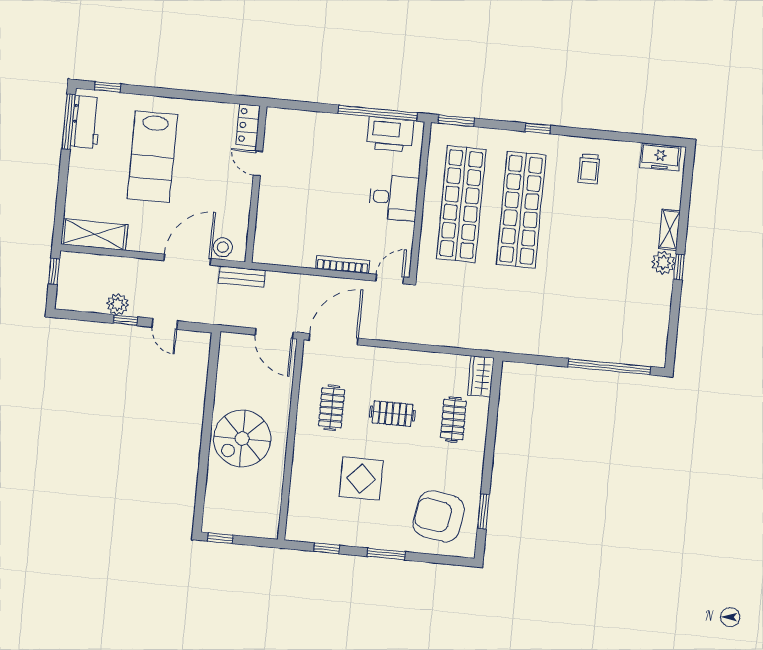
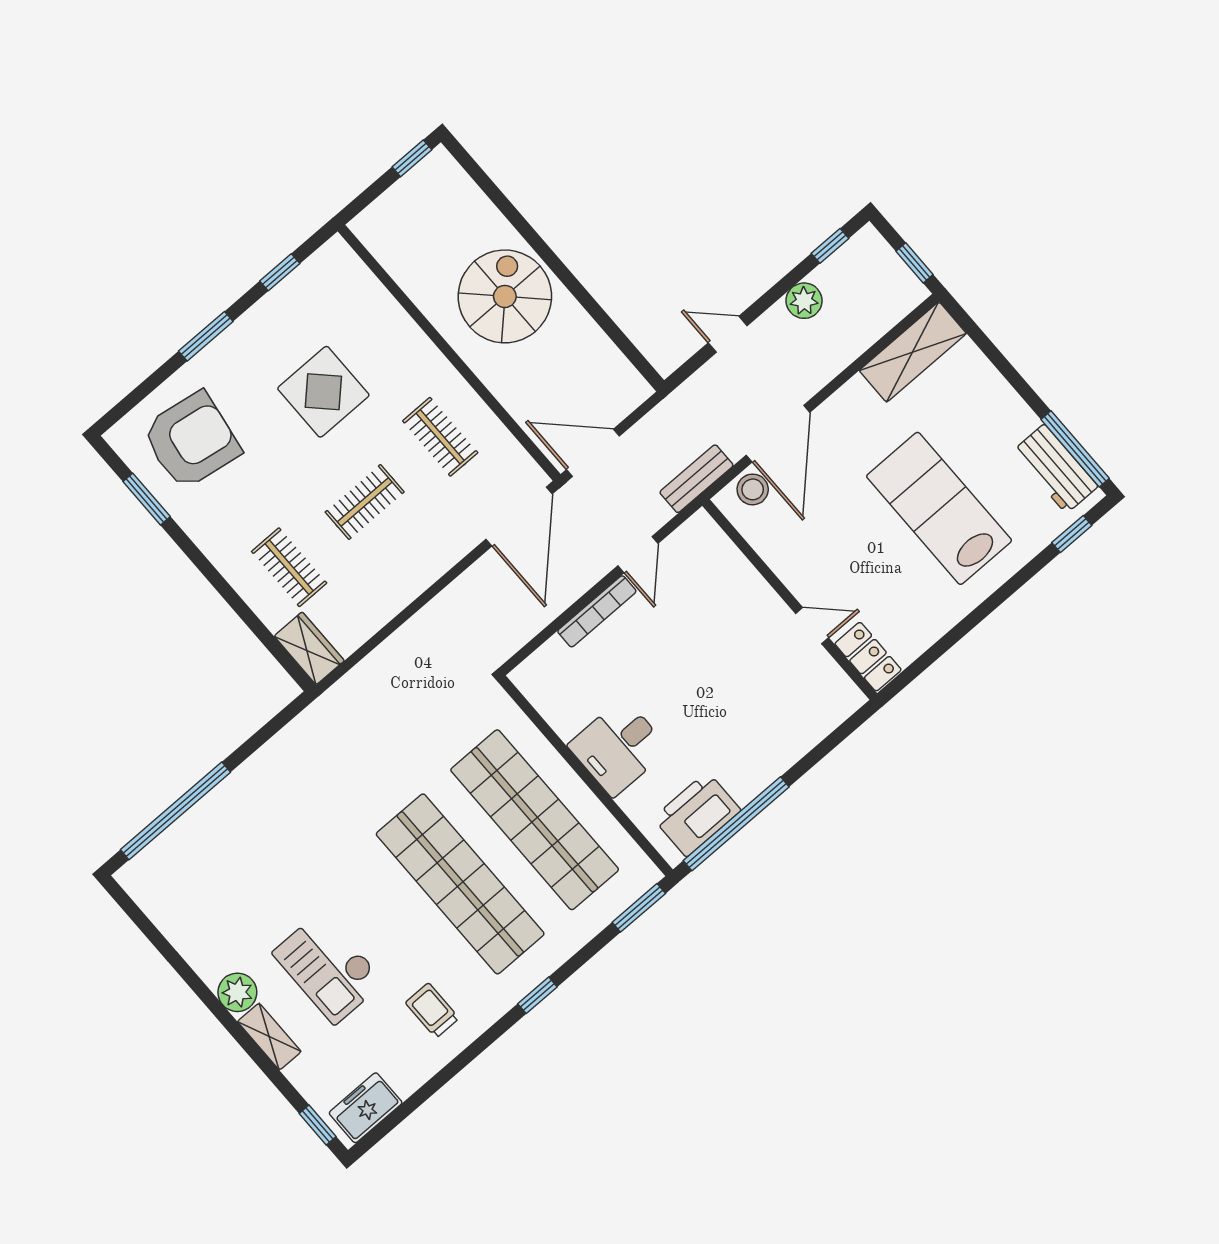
checkout: (614, 233) -> (328, 967), added
window: (679, 267) -> (318, 1125), moved
door: (390, 279) -> (638, 555), moved
window: (125, 320) -> (830, 246), moved

